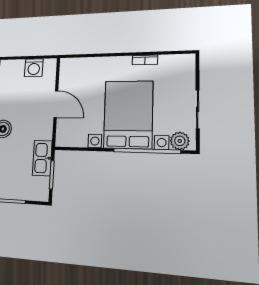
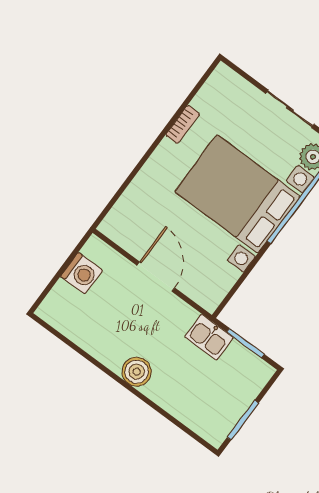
door: (56, 104) -> (156, 277), hinge flipped
kitchen sink: (42, 158) -> (209, 337), width x0.73

